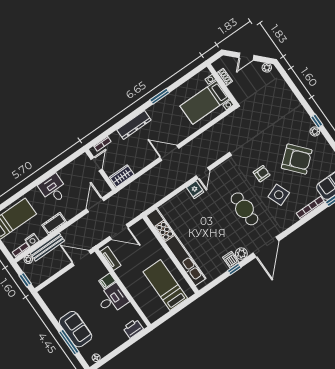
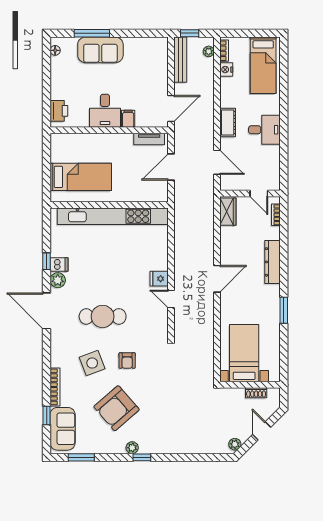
cot: (54, 223) -> (228, 123), moved
bench: (47, 247) -> (180, 60), moved

